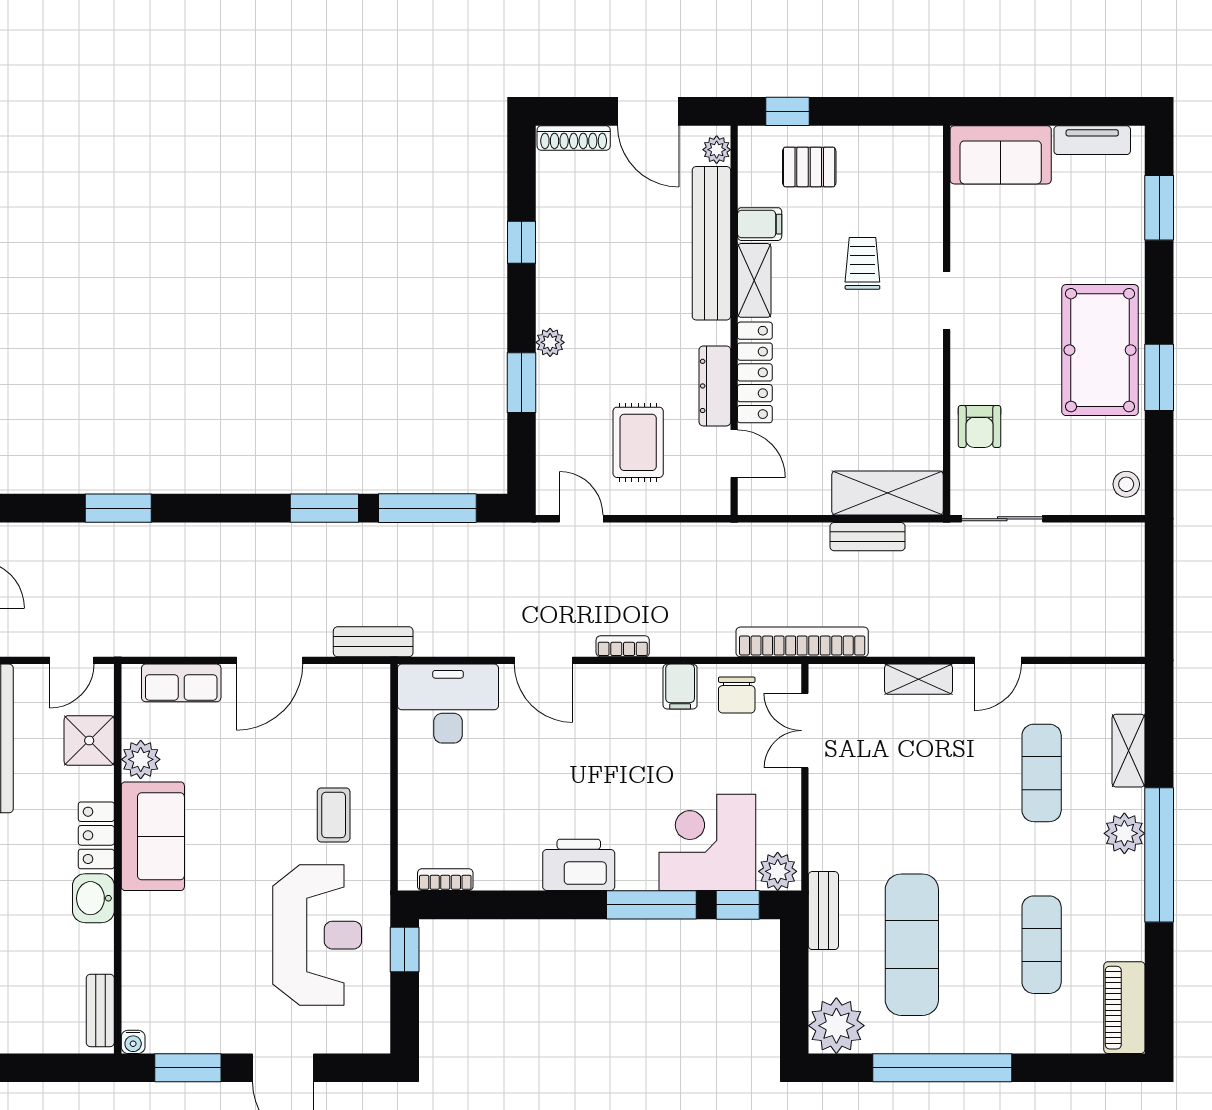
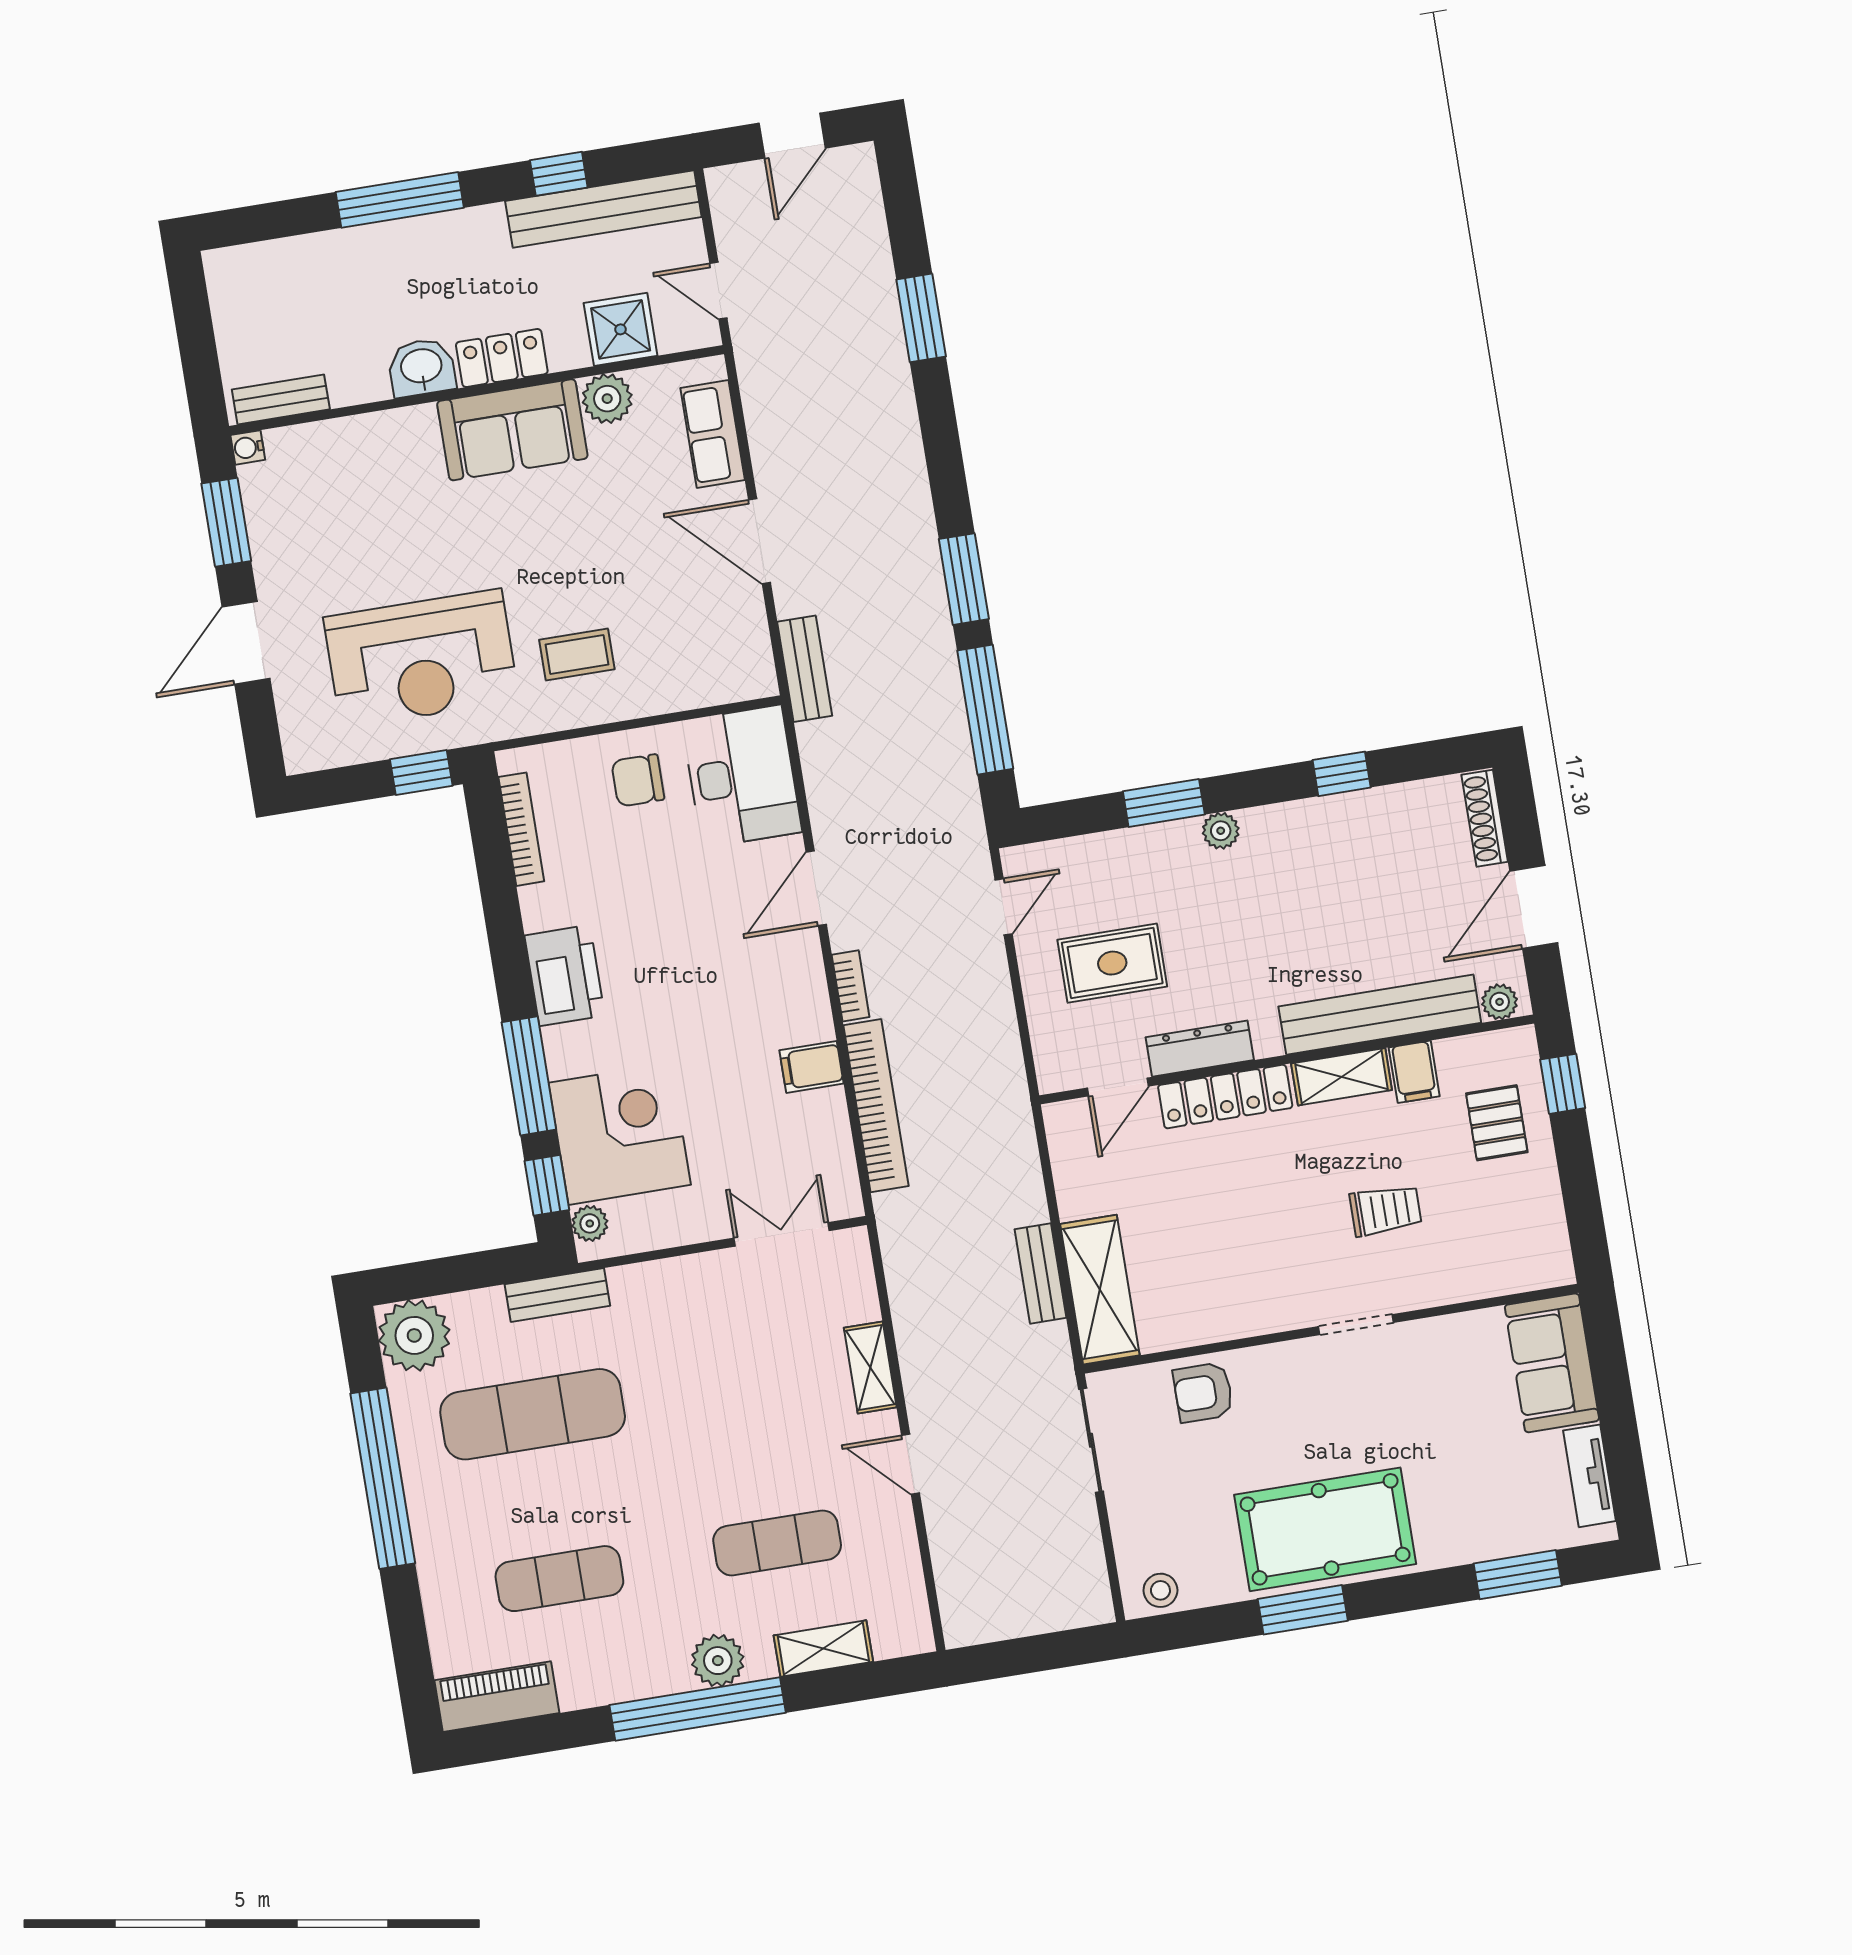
bookcase: (802, 642) -> (876, 1106), moved
chair: (737, 695) -> (638, 780), moved
plant: (778, 871) -> (590, 1223), width x0.73, depth x0.73
bookcase: (445, 880) -> (521, 829), width x1.56

